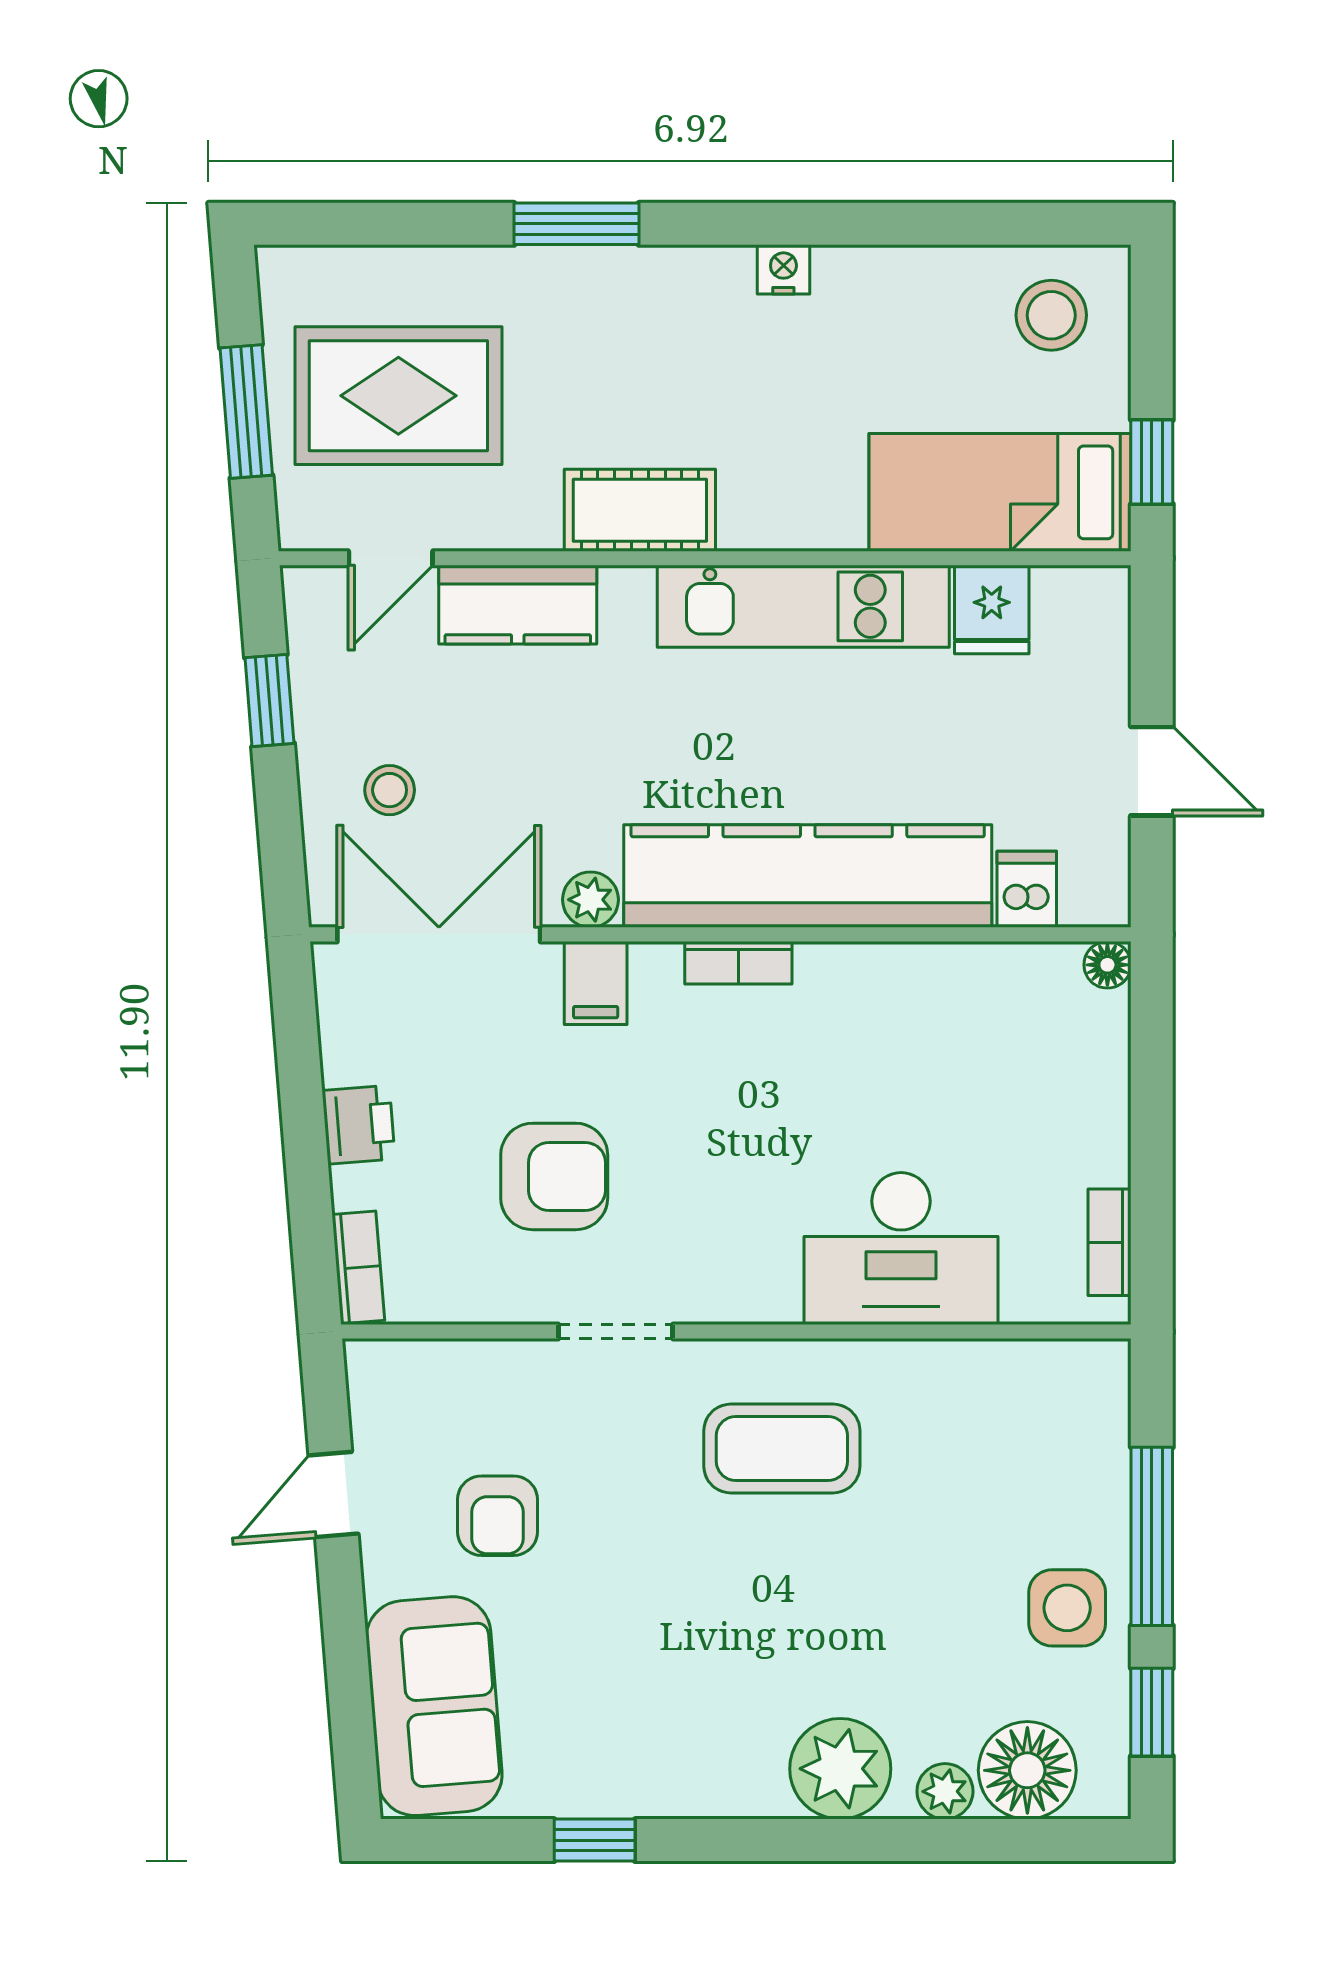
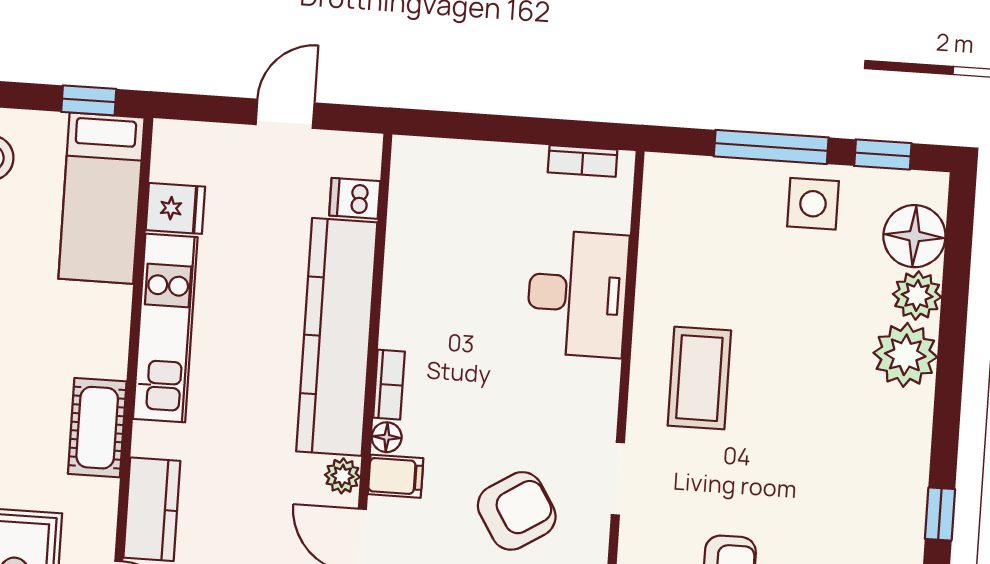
floor lamp: (1107, 965) -> (387, 437), moved
armchair: (554, 1176) -> (517, 511), turned 58
plant: (945, 1791) -> (917, 295), width x1.38, depth x1.38

